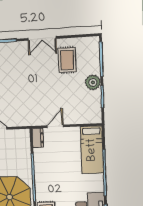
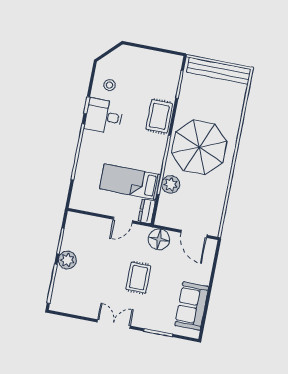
rug: (67, 60) -> (138, 278), moved
floor lamp: (23, 118) -> (159, 239), added
bed: (92, 150) -> (130, 182), moved, turned -90
plant: (24, 163) -> (171, 184), added

